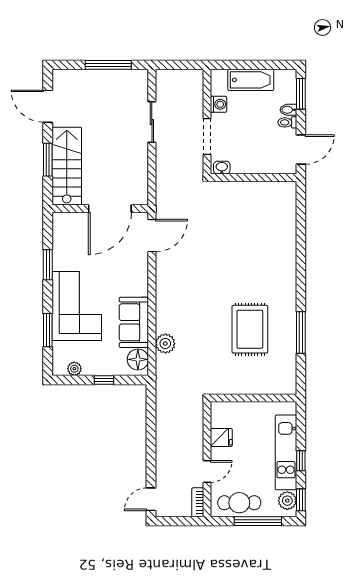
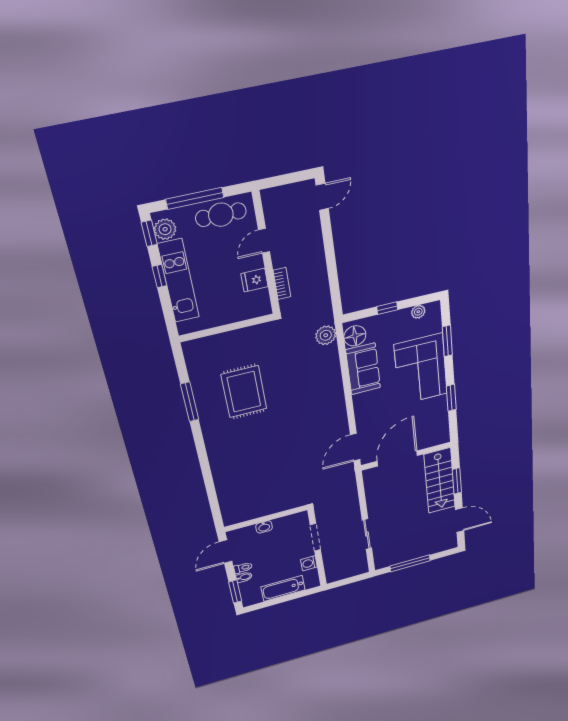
washbasin: (222, 168) -> (264, 527), moved
plant: (165, 344) -> (326, 335), moved
bookcase: (198, 502) -> (282, 283), moved

